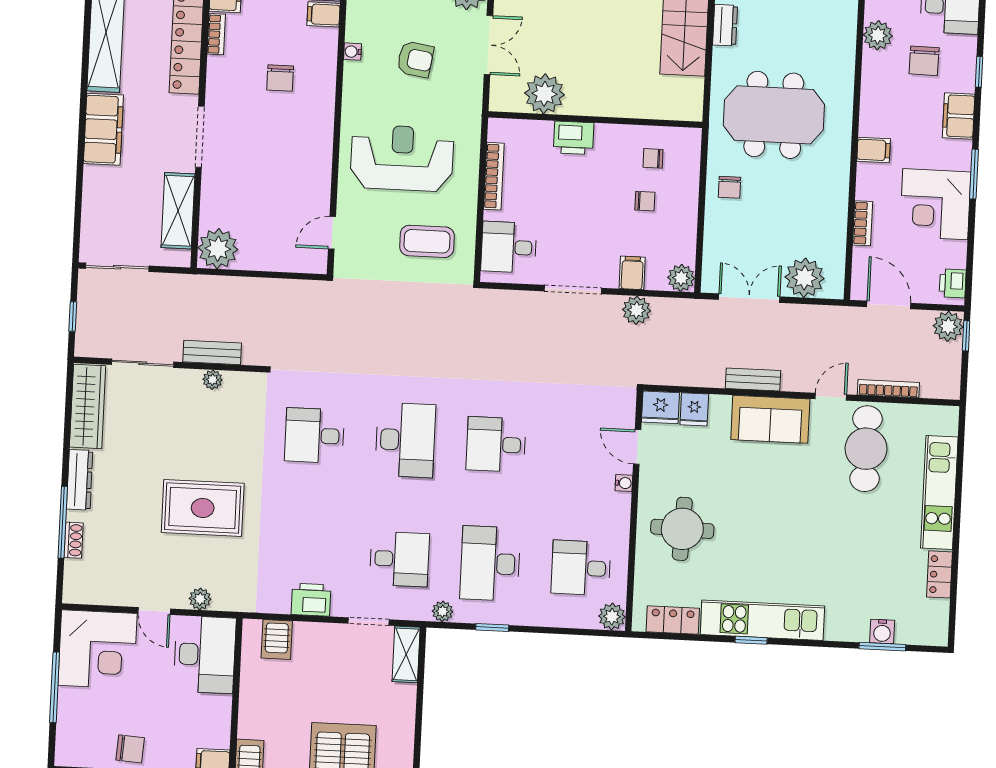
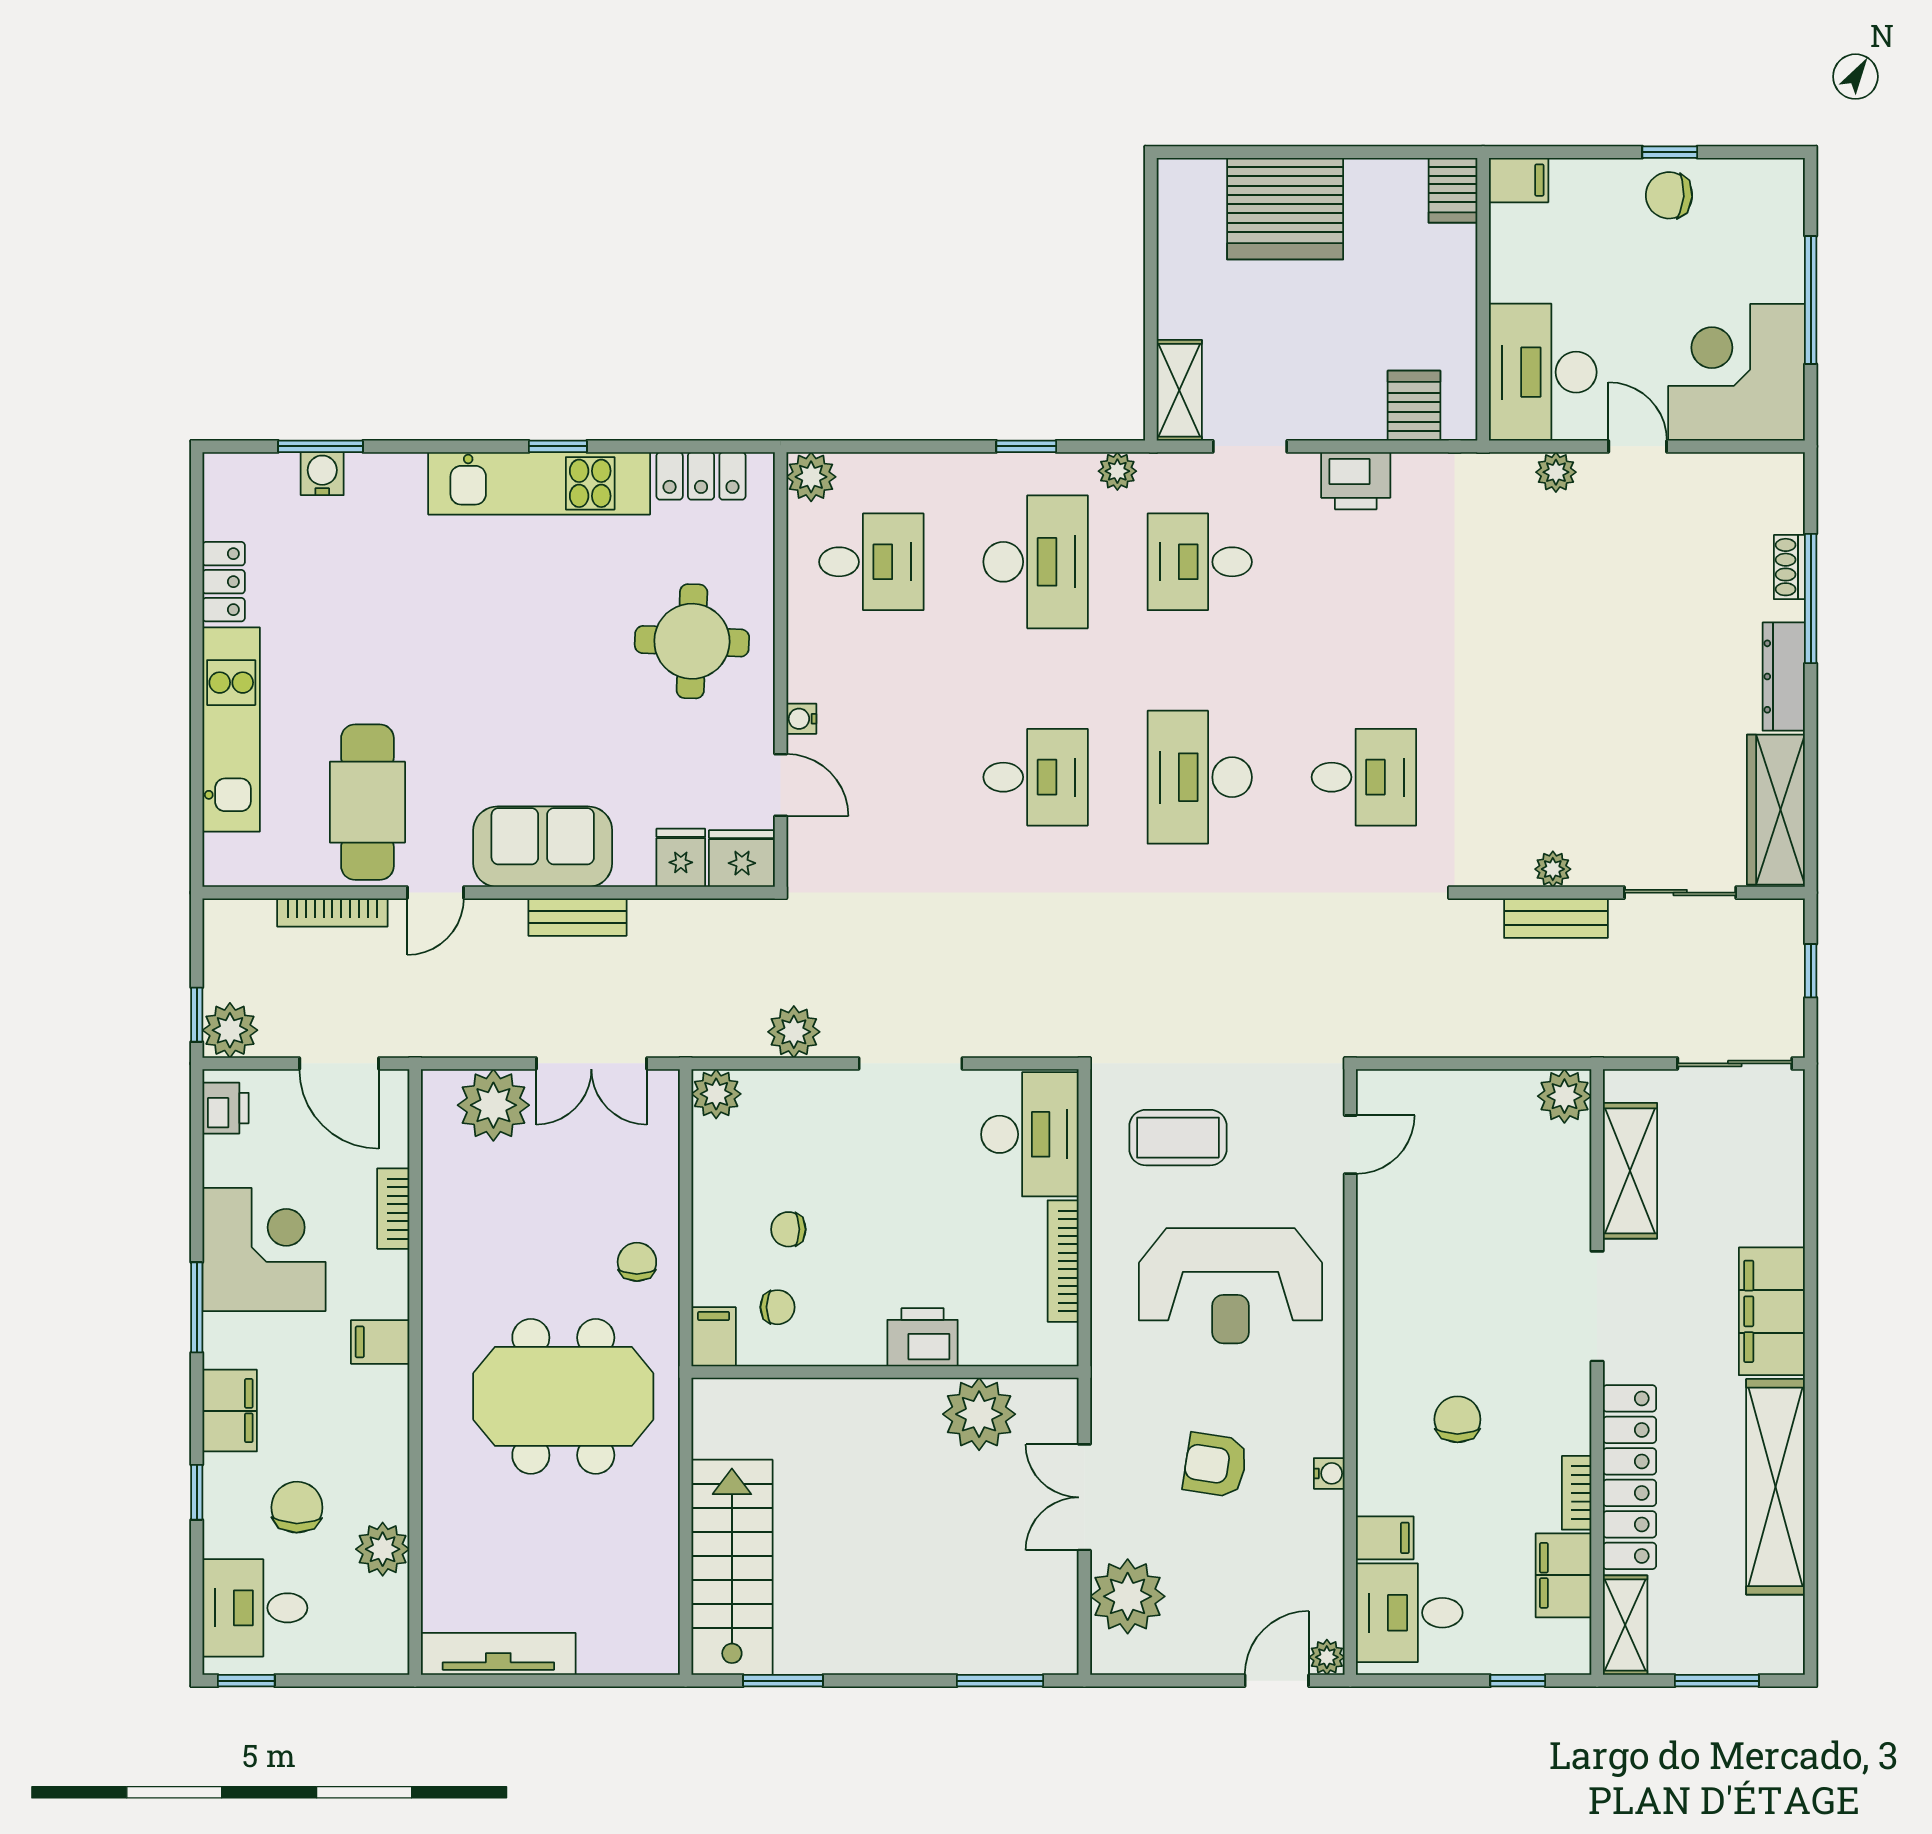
dresser: (725, 25) -> (659, 1554), removed
desk: (509, 247) -> (1030, 1134), width x1.37
plant: (218, 249) -> (1564, 1096), width x0.73, depth x0.73
filing cabinet: (632, 273) -> (714, 1337), moved, turned 180
rug: (203, 508) -> (1559, 637), removed

